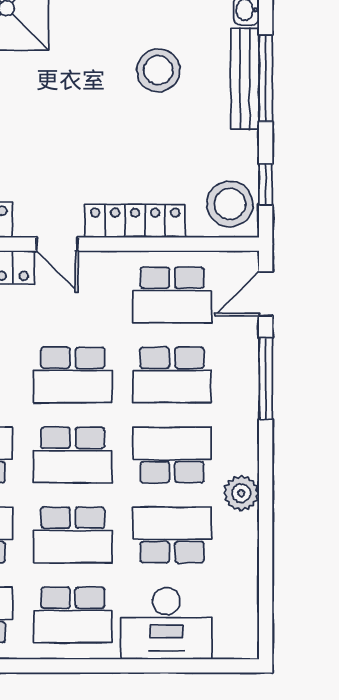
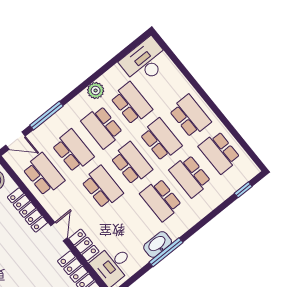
school desk: (172, 535) -> (131, 103), turned 180
desk: (166, 623) -> (145, 61), moved, turned -90

